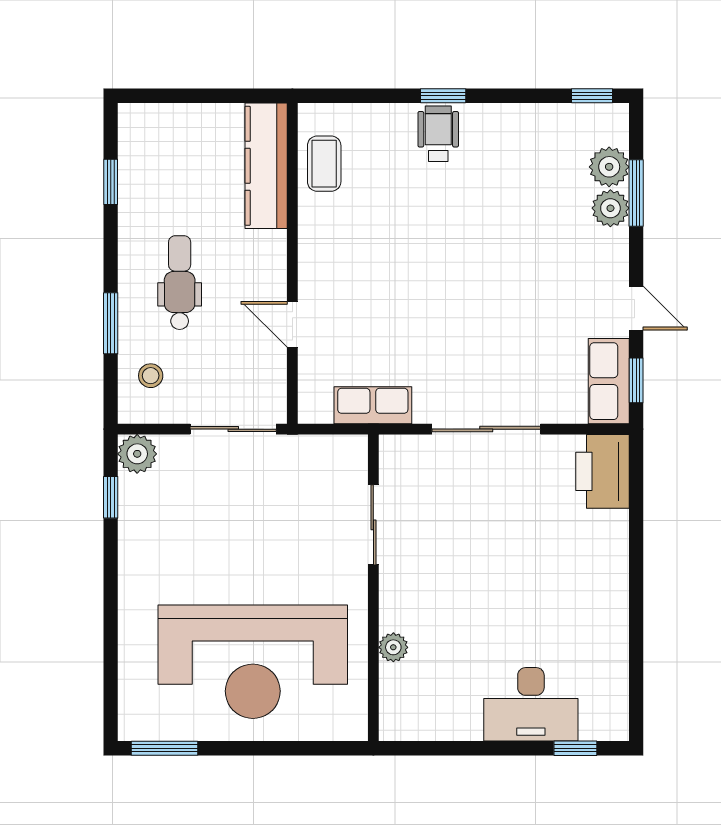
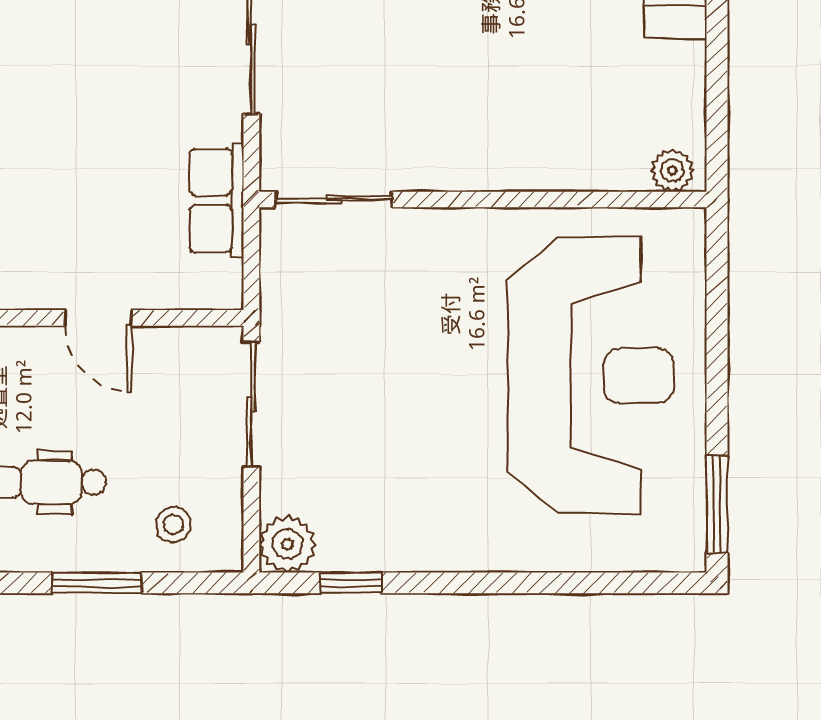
door: (292, 324) -> (98, 318), hinge flipped
sliding door: (373, 525) -> (334, 199), moved
plant: (393, 647) -> (672, 170), moved

